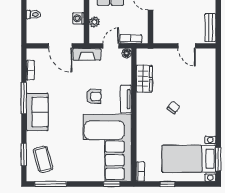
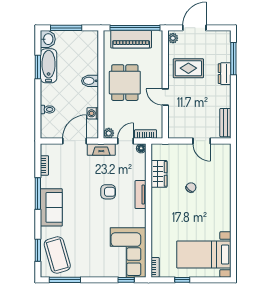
plant: (94, 22) -> (109, 133), moved
door: (60, 46) -> (74, 141), swing flipped
chair: (173, 107) -> (191, 188), moved
corner sofa: (107, 148) -> (128, 252), width x0.73, depth x0.74
coffee table: (43, 159) -> (57, 255), width x1.36, depth x1.32
window: (218, 159) -> (233, 255), removed

